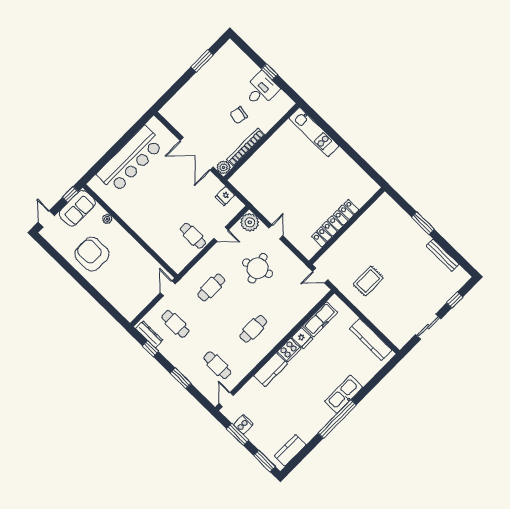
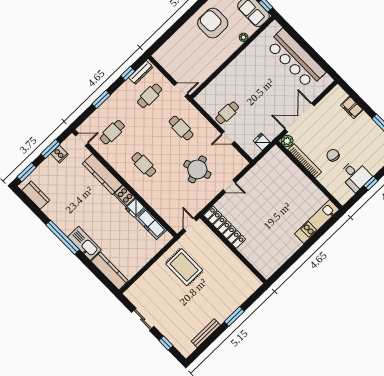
filing cabinet: (184, 95) -> (352, 107), added
plant: (250, 222) -> (238, 163), removed
locker: (335, 223) -> (225, 227), moved
door: (221, 234) -> (228, 138), hinge flipped
armchair: (92, 254) -> (213, 23), turned -90
rug: (368, 281) -> (184, 267), width x1.36, depth x1.43
kitchen counter: (371, 340) -> (110, 271), moved, turned 90
kitchen counter: (271, 370) -> (102, 174), width x1.50

